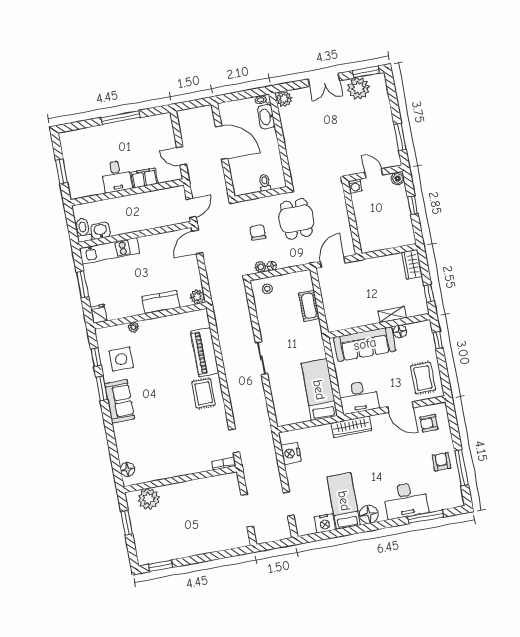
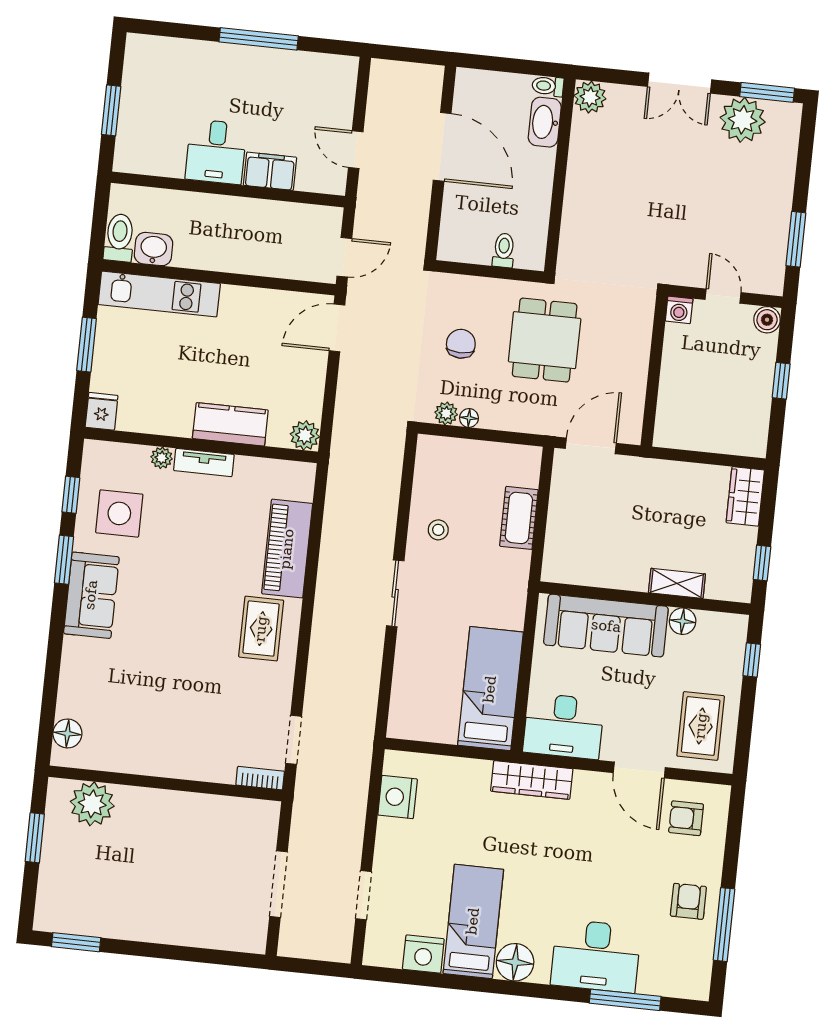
stool: (267, 289) -> (438, 530), moved
tv unit: (154, 324) -> (204, 463), added

